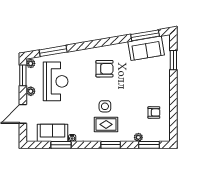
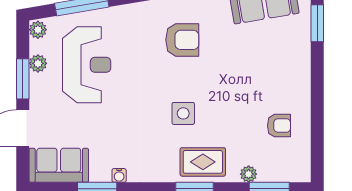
window: (23, 75) -> (23, 79), moved
plant: (31, 91) -> (38, 63), moved
rug: (106, 124) -> (203, 162), moved
sofa: (52, 133) -> (59, 165), moved

